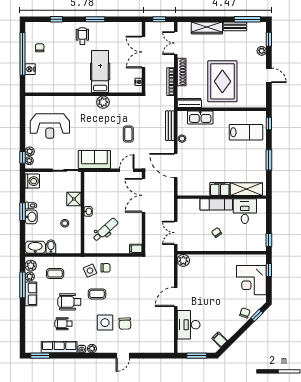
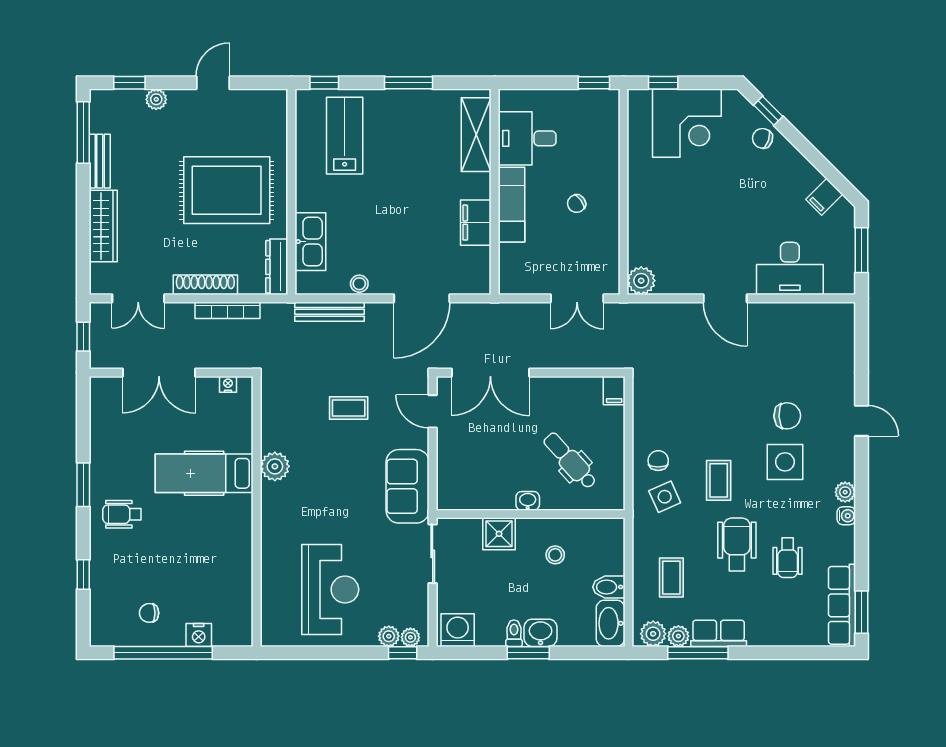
filing cabinet: (220, 189) -> (476, 223), moved
wheelchair: (69, 302) -> (737, 544), turned 180
row of seats: (59, 347) -> (842, 605), moved

